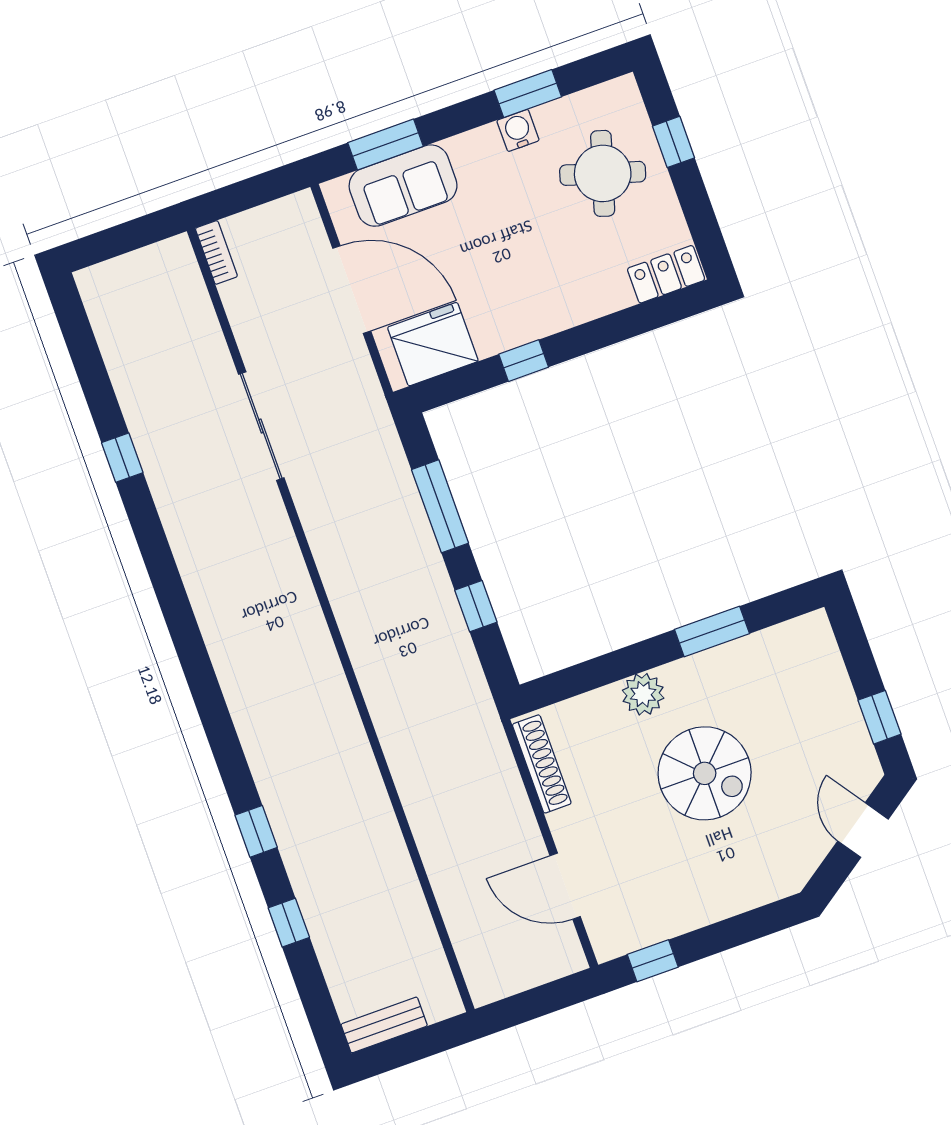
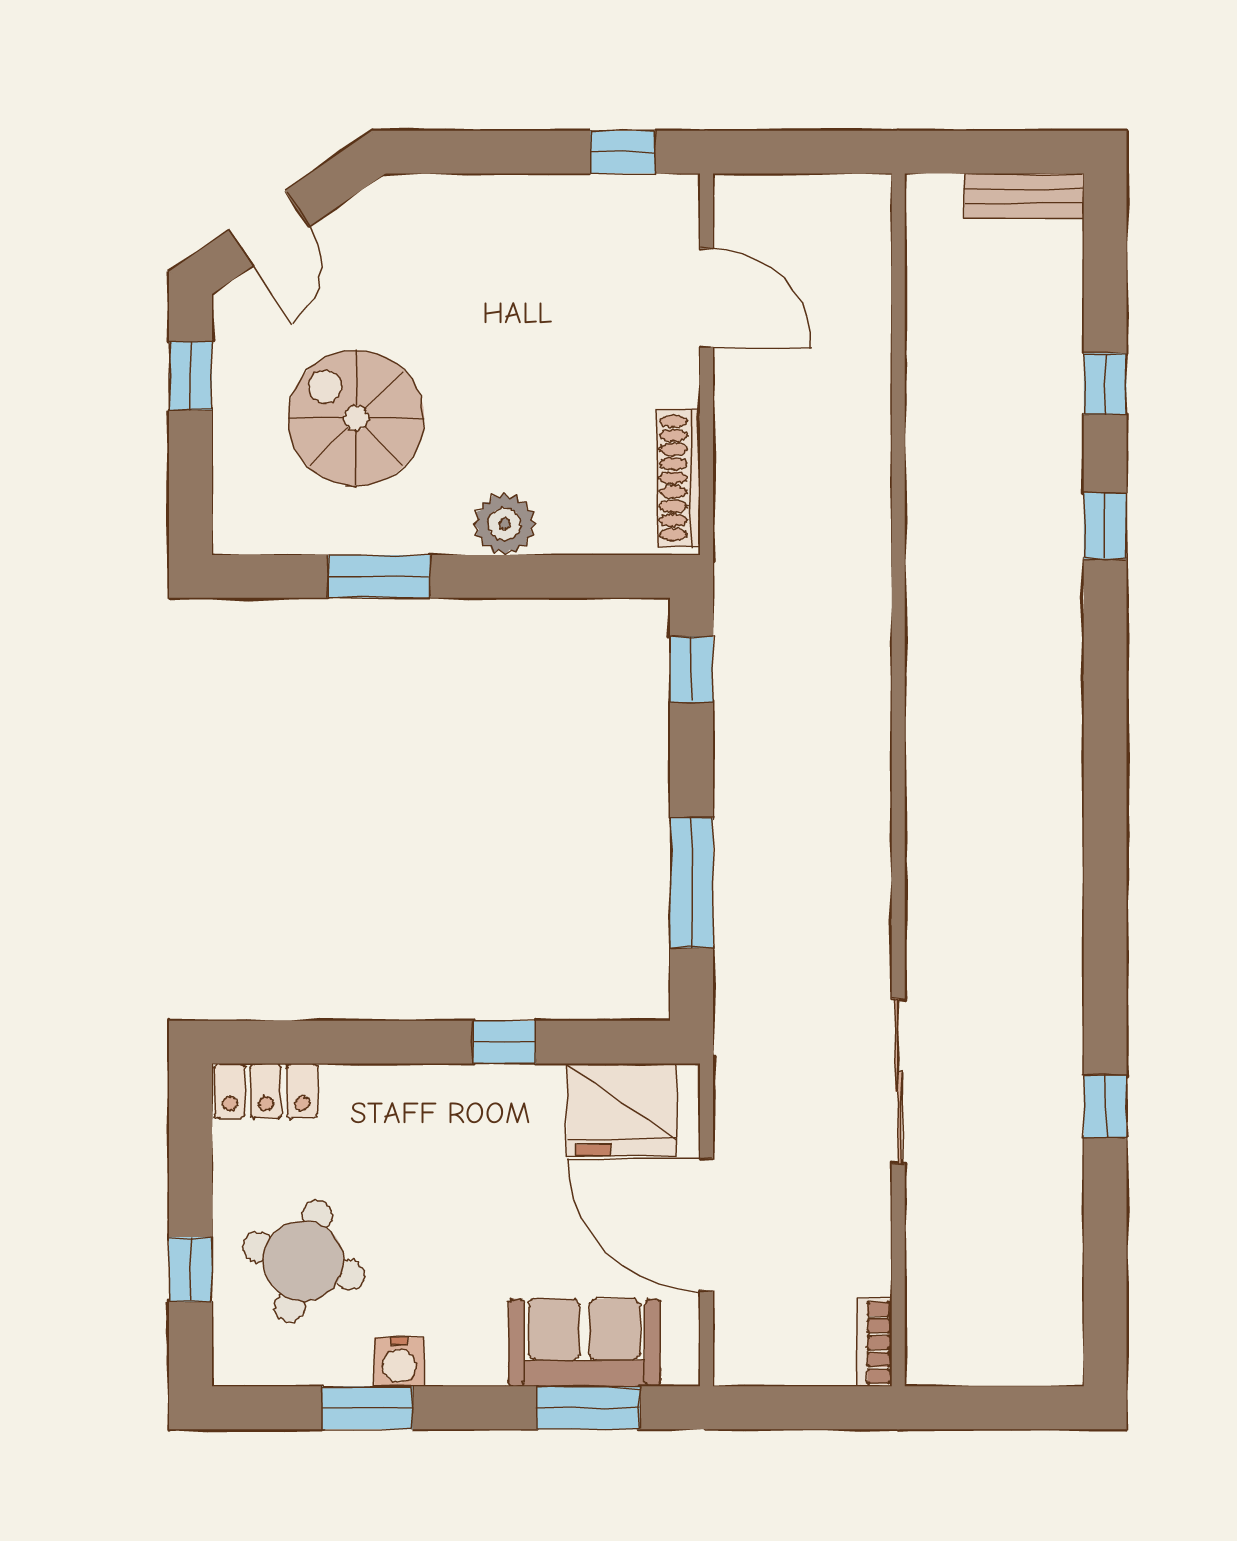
window: (476, 606) -> (691, 669), moved
spiral stairs: (705, 773) -> (356, 418), moved

